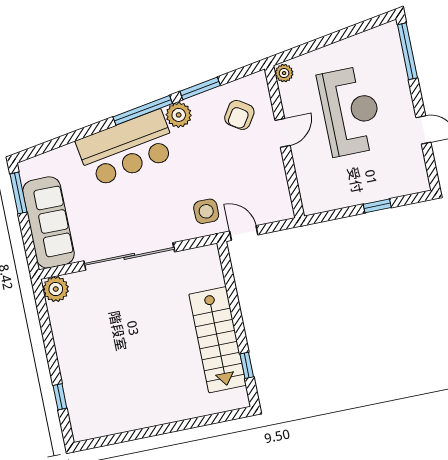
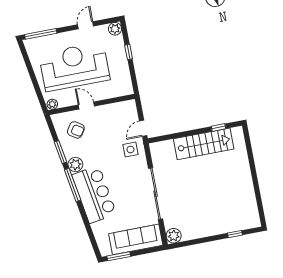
reception desk: (351, 111) -> (74, 67), width x1.36, depth x1.30
plant: (418, 182) -> (115, 29), added

